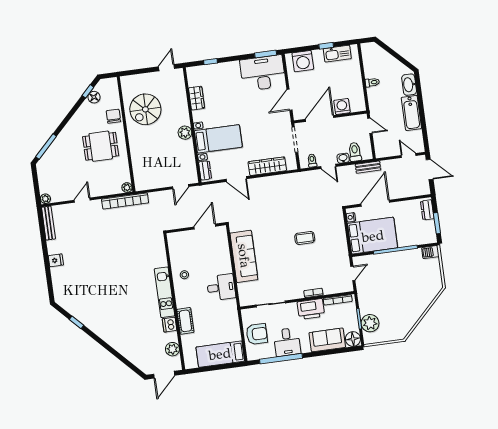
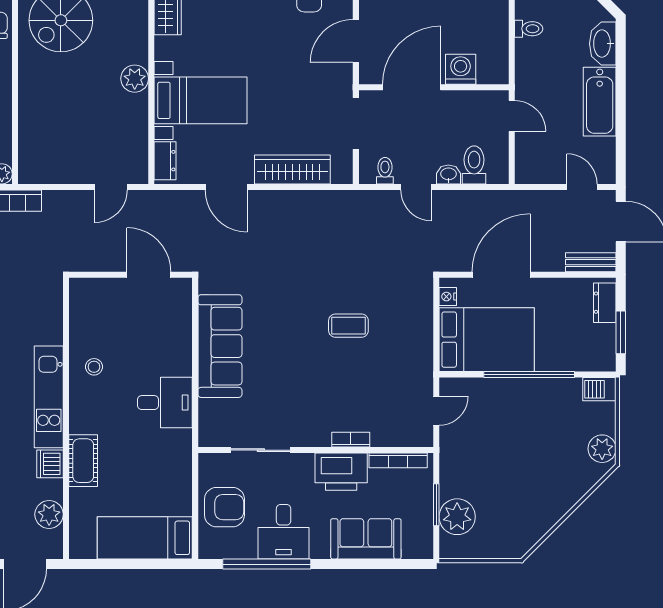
bench: (368, 167) -> (591, 262), moved
door: (205, 227) -> (149, 275), hinge flipped
plant: (436, 281) -> (602, 449), added
floor lamp: (353, 339) -> (418, 544), removed

